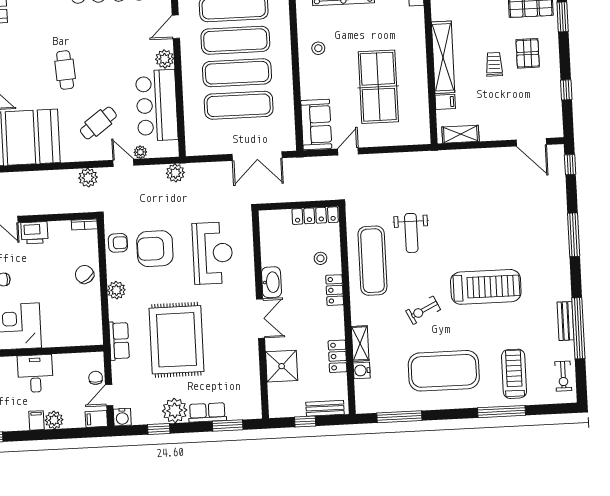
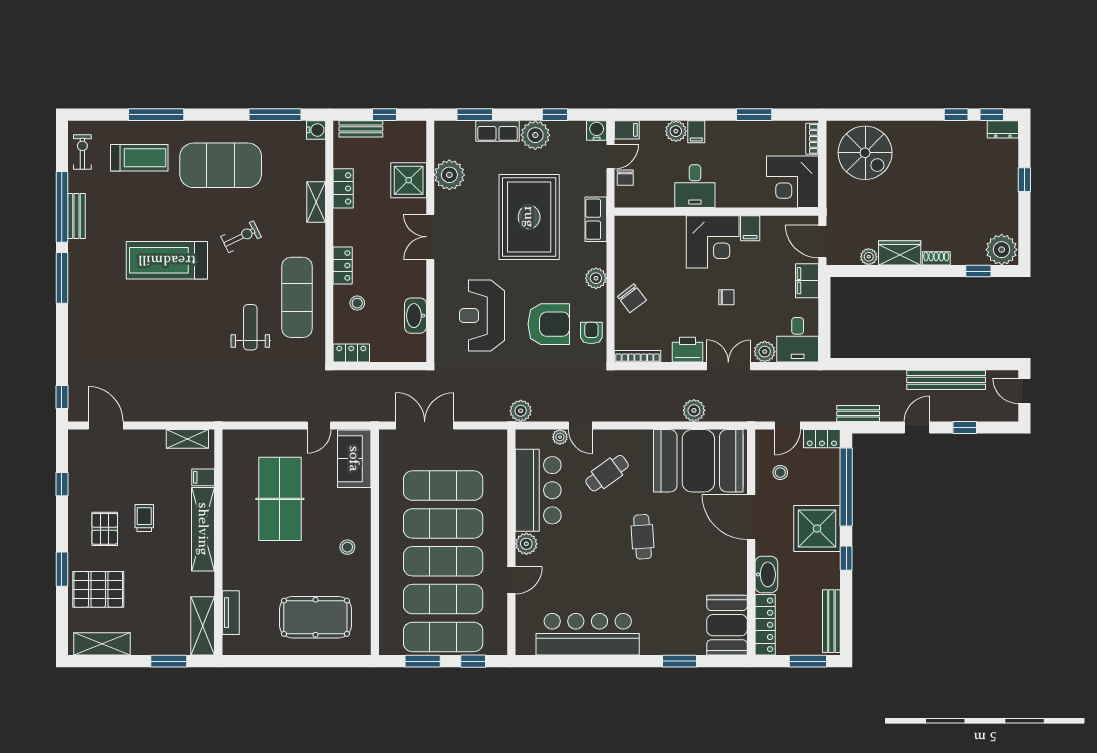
trolley: (494, 64) -> (144, 518), turned 180
plant: (88, 178) -> (694, 410), moved
locker: (315, 216) -> (351, 353), width x0.66
bookcase: (84, 225) -> (638, 356), width x1.56
window: (574, 235) -> (62, 278), moved
armchair: (118, 243) -> (591, 333), turned 90
washbasin: (271, 282) -> (415, 316), moved
water cooler: (362, 370) -> (316, 130), moved
plant: (247, 373) -> (449, 175), added
treadmill: (514, 374) -> (139, 158), turned -90

